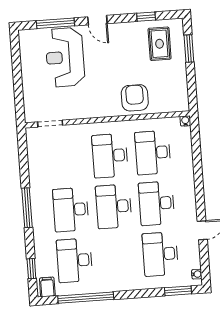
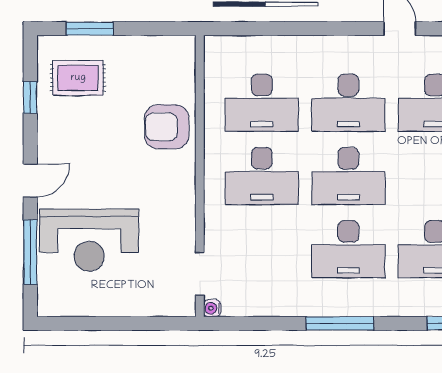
water cooler: (185, 121) -> (212, 308), moved

